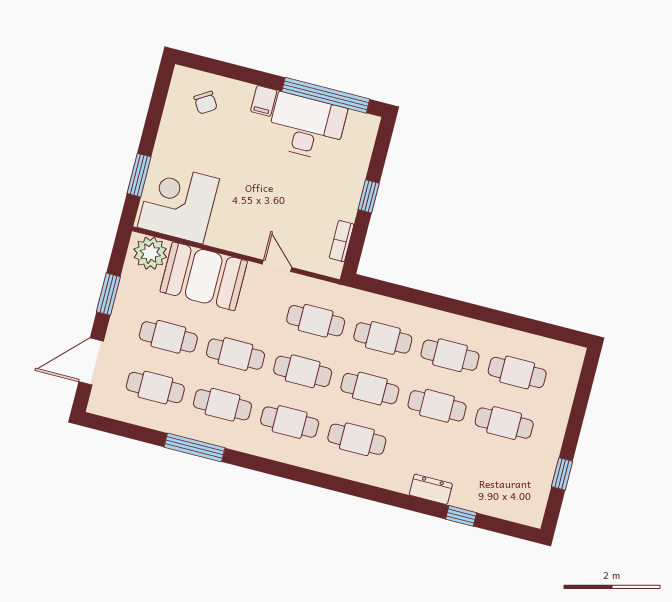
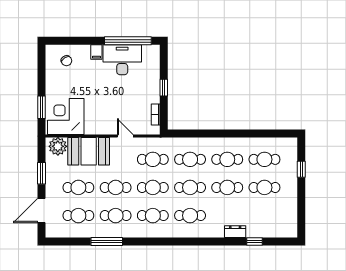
window: (562, 474) -> (301, 169), moved

